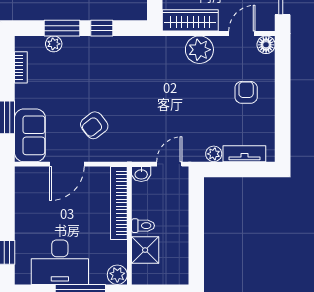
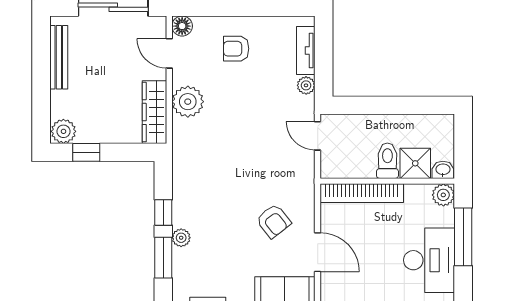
plant: (54, 44) -> (181, 238), moved
washbasin: (141, 174) -> (443, 170), moved, turned -90
toilet: (143, 226) -> (387, 161), width x1.37, depth x1.39

